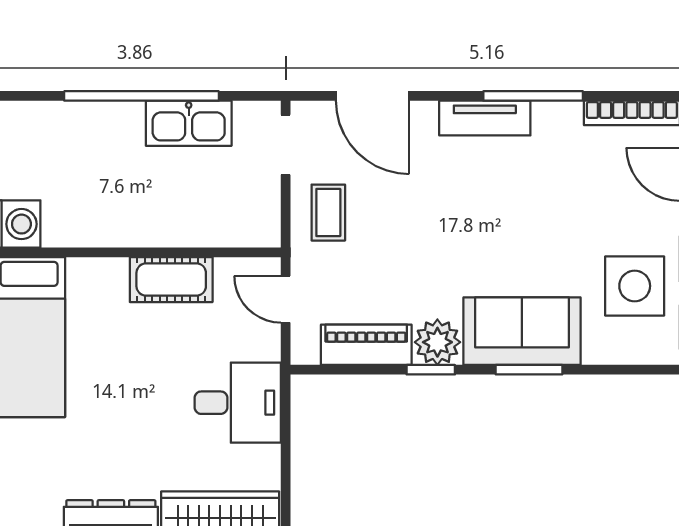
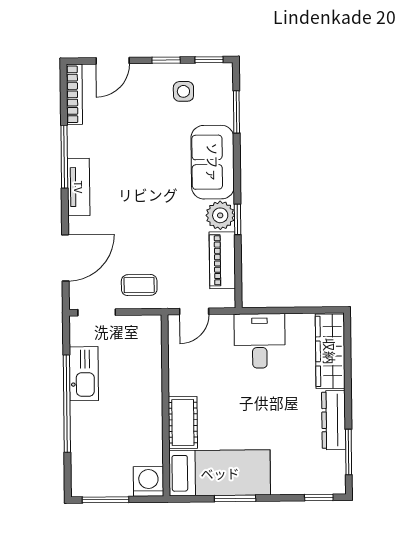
cot: (171, 280) -> (183, 423), moved
side table: (635, 286) -> (183, 91), width x0.54, depth x0.54
window: (529, 370) -> (236, 112), moved

